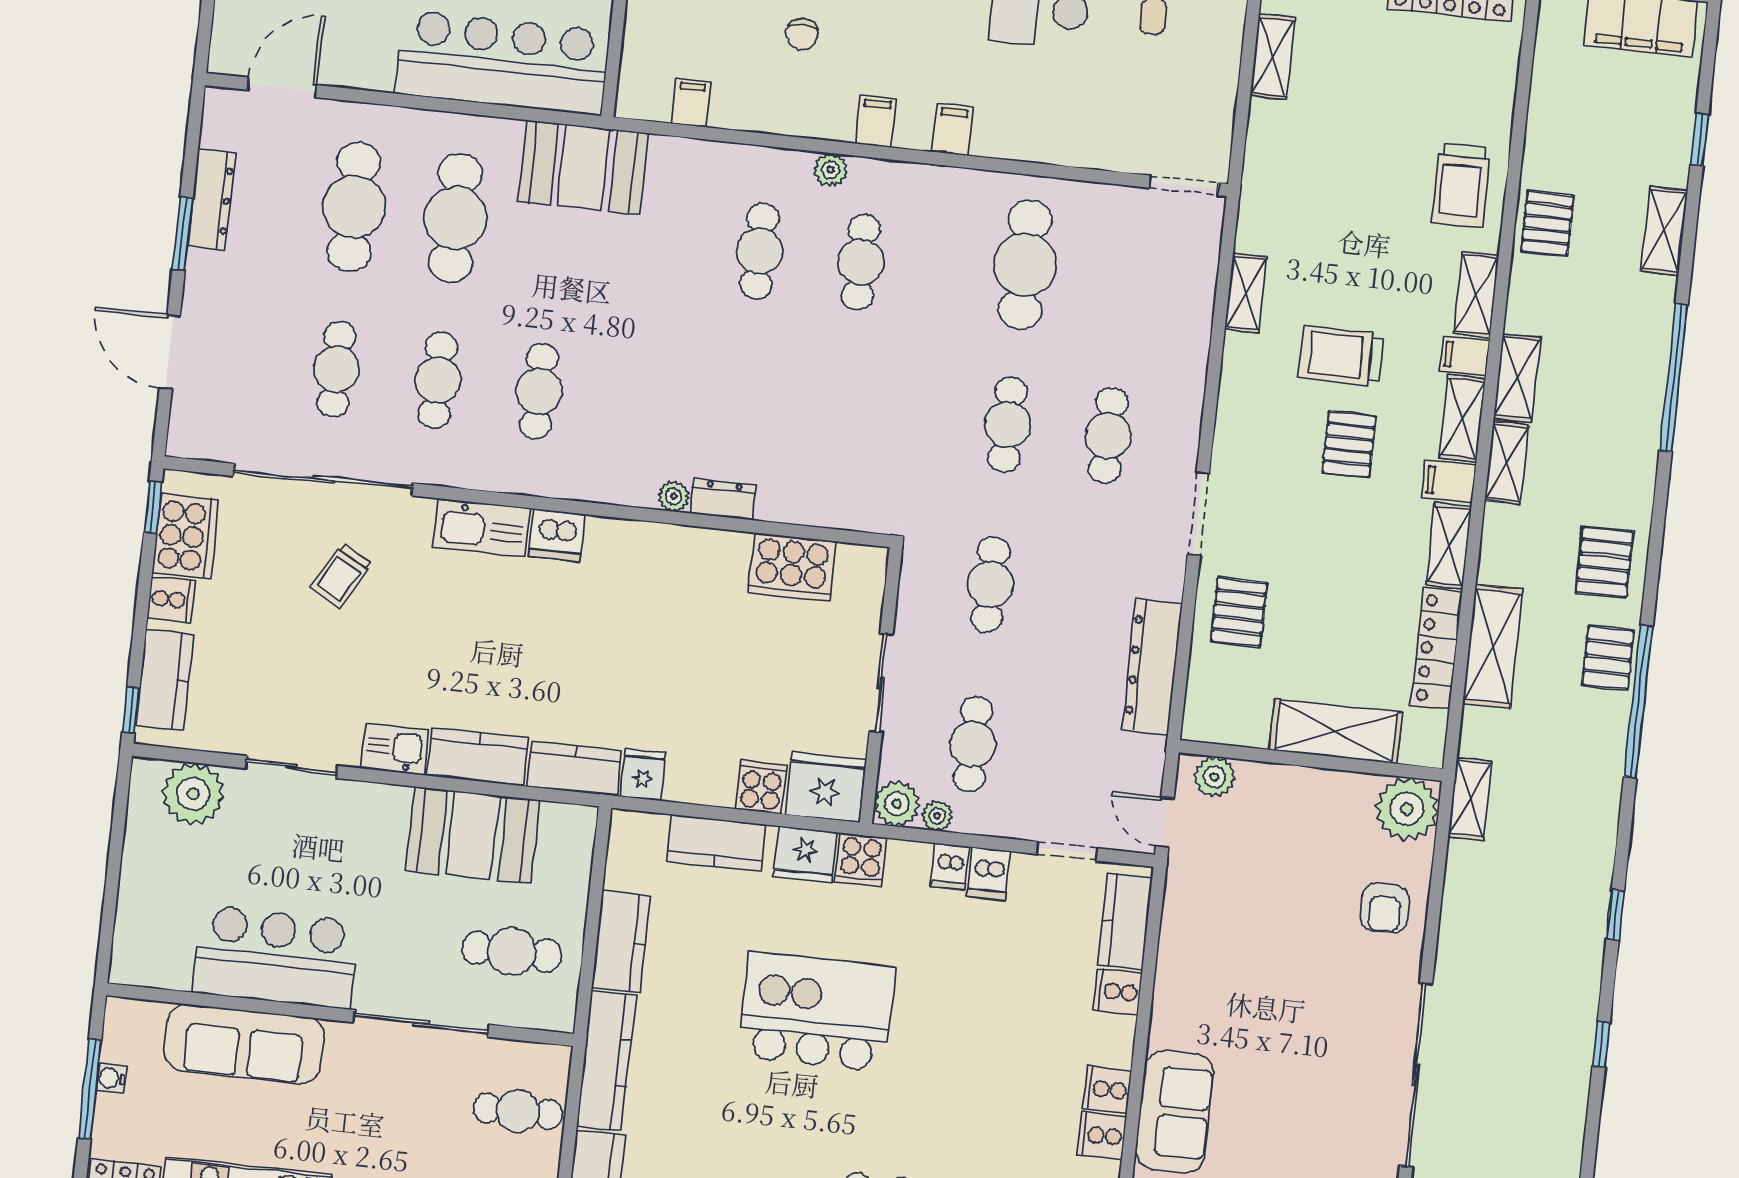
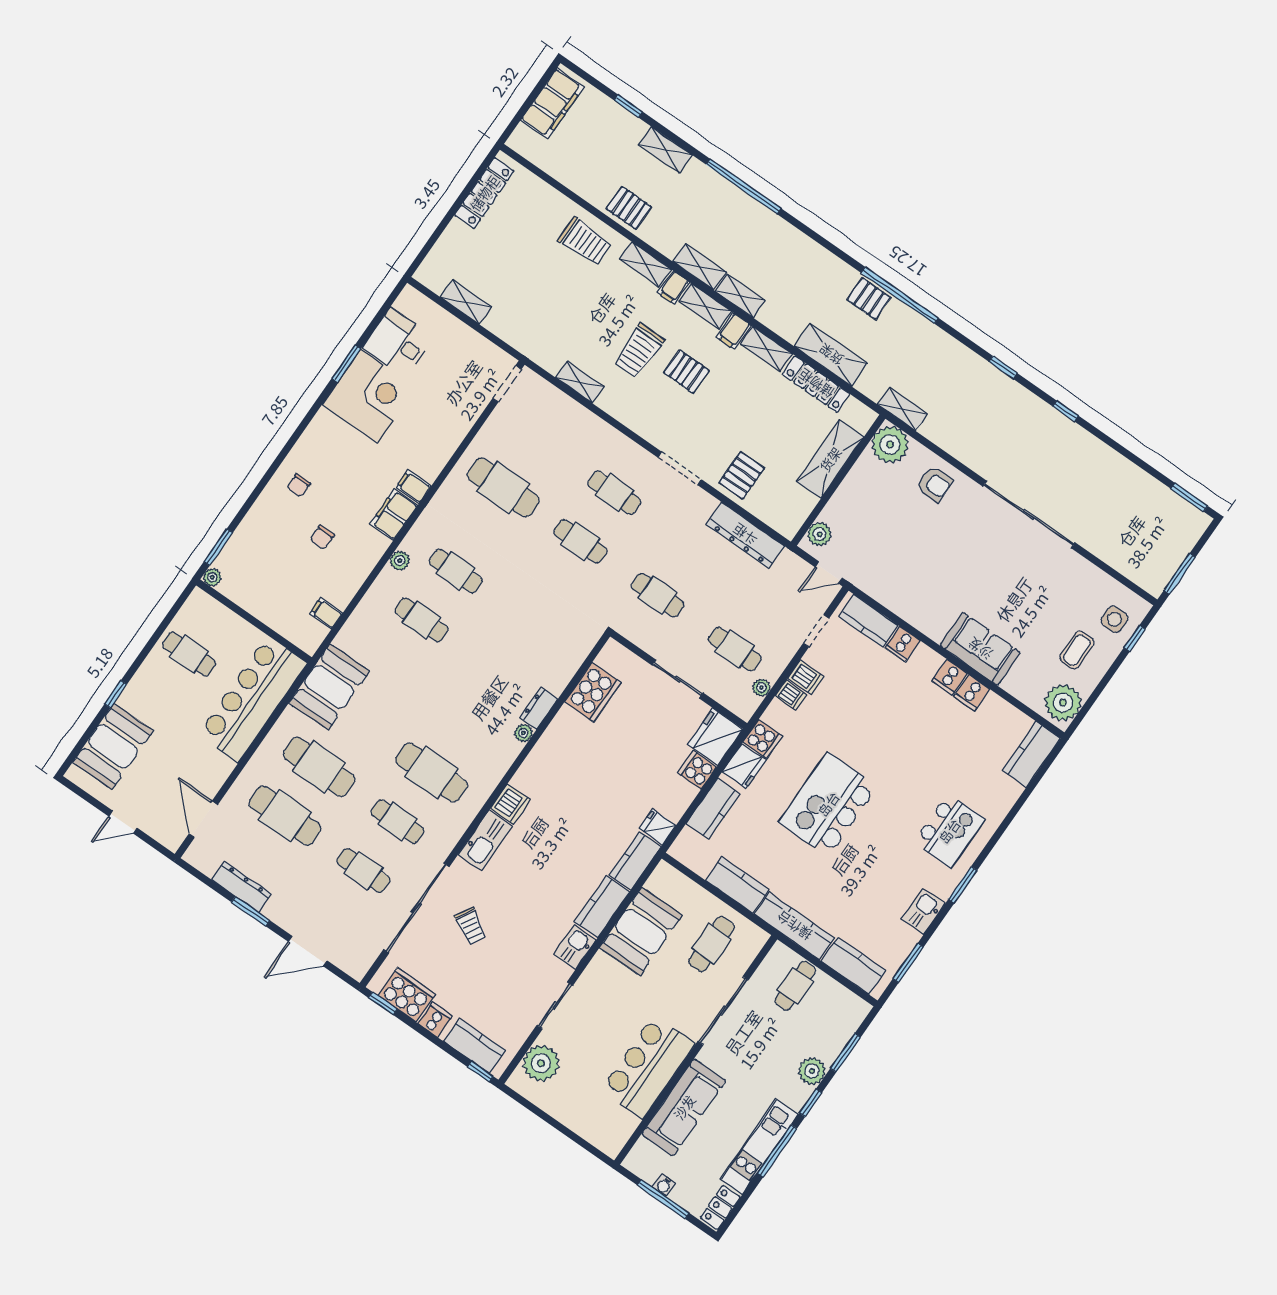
chair: (802, 34) -> (322, 537), turned 90
filing cabinet: (876, 121) -> (394, 515), width x2.00
cafe table: (539, 391) -> (432, 773), width x1.37, depth x1.35
pallet: (1605, 562) -> (819, 274), removed
pallet: (1239, 612) -> (742, 475), turned 90
plant: (897, 804) -> (744, 705), removed

